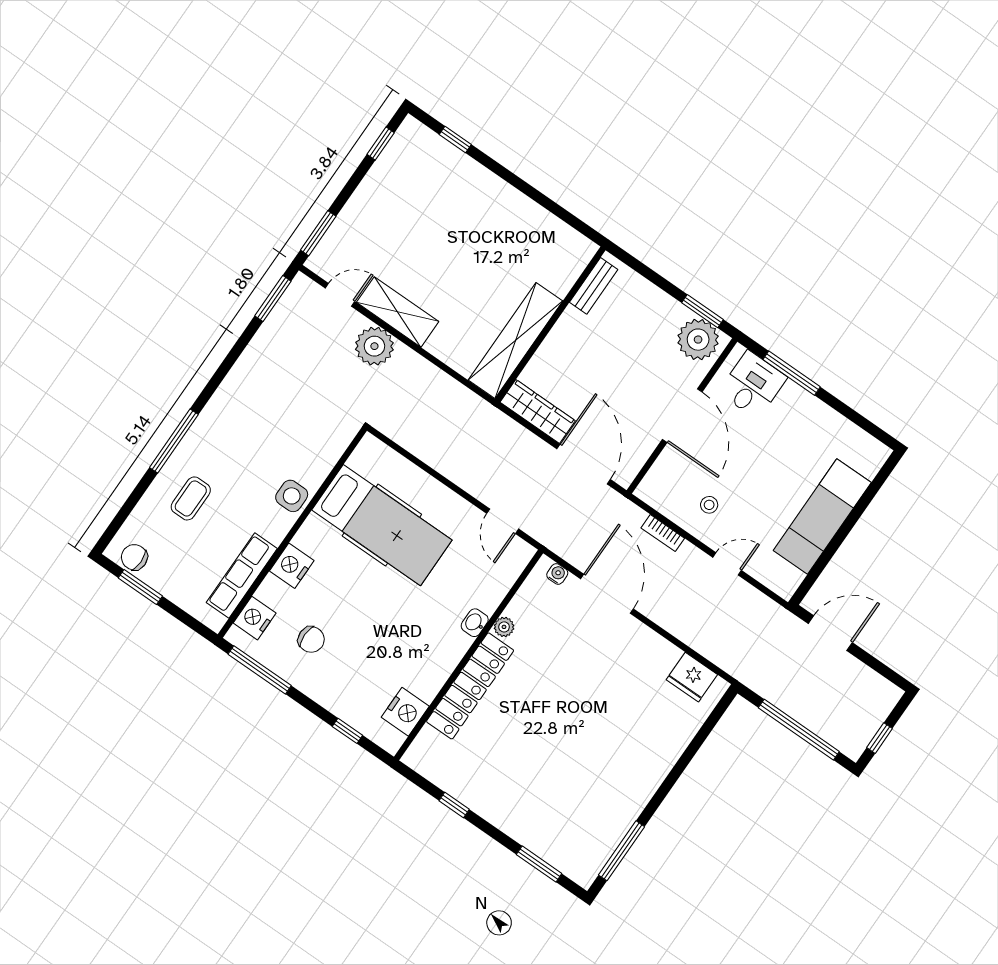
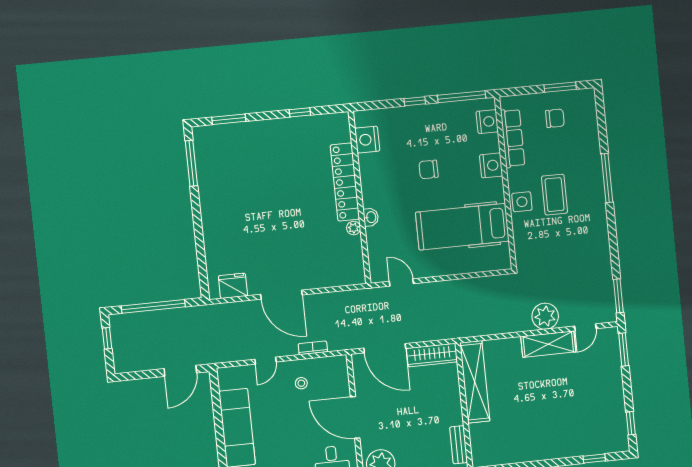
coffee table: (191, 498) -> (555, 195), moved, width x1.36, depth x1.30
chair: (134, 557) -> (555, 118), moved
water cooler: (557, 574) -> (349, 279), removed
door: (607, 594) -> (281, 295), moved
chair: (311, 640) -> (429, 169), moved
window: (347, 731) -> (415, 101), moved

